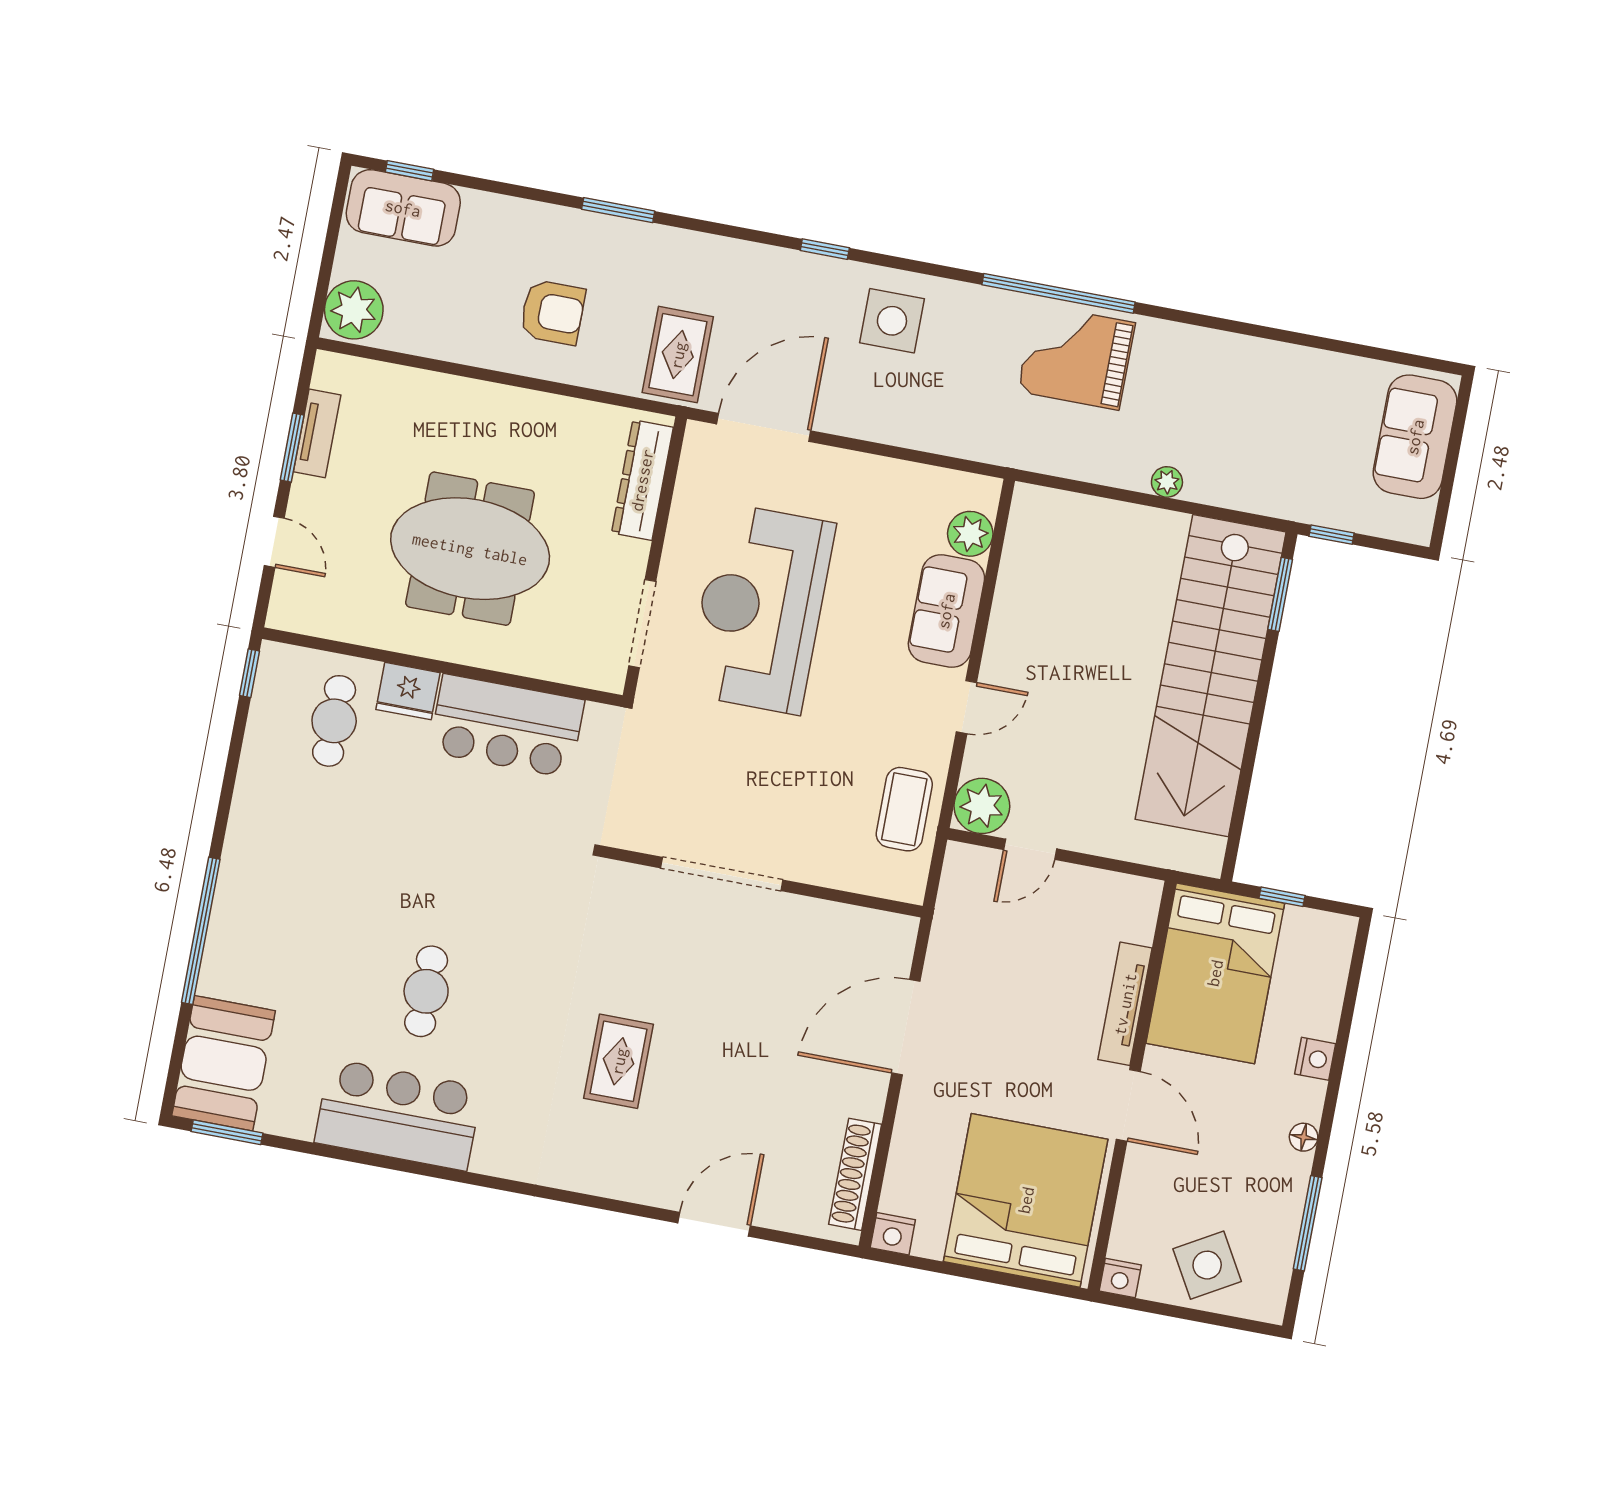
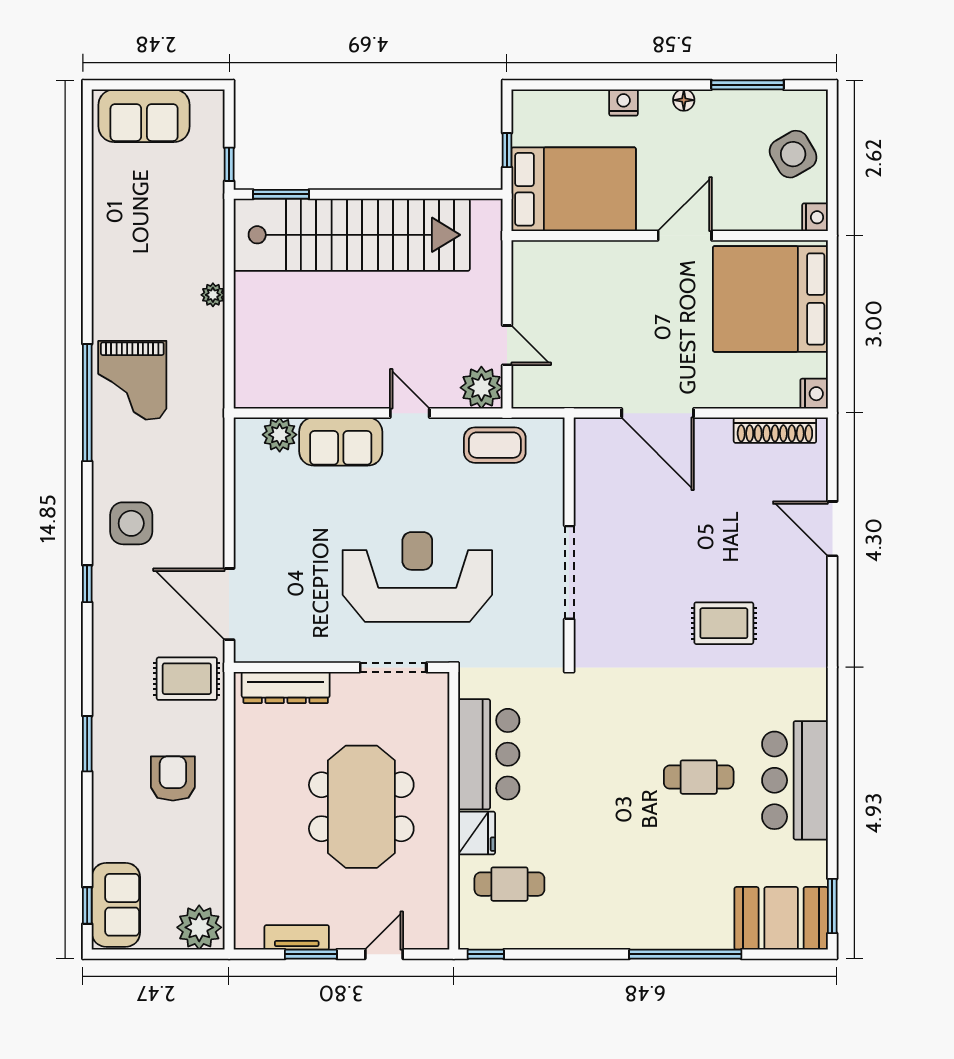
reception desk: (761, 609) -> (417, 577), moved, turned 180
tv unit: (1125, 1004) -> (609, 252), removed

